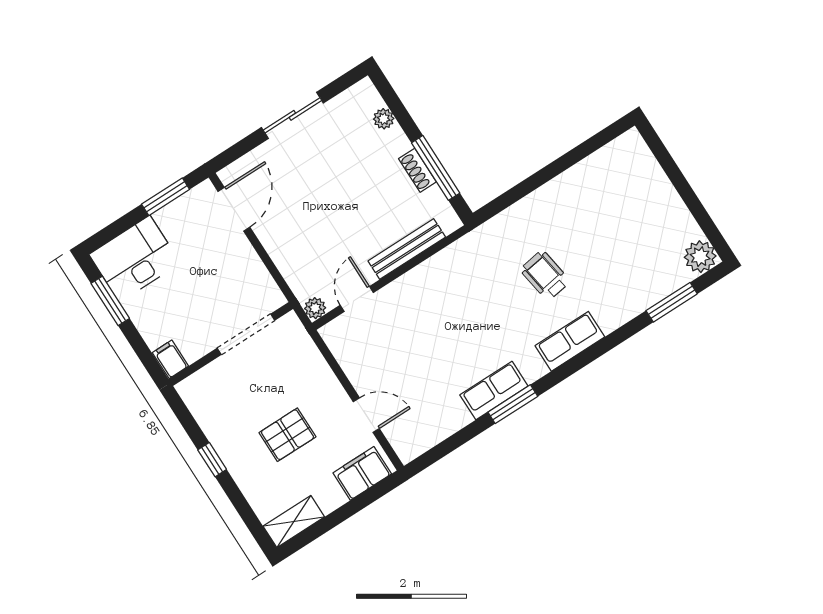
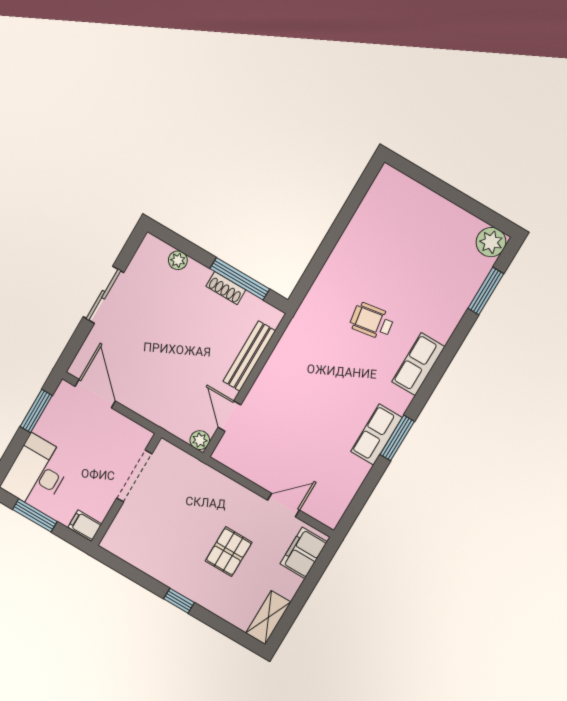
doorway: (246, 334) -> (134, 476), moved
wall: (231, 344) -> (126, 490), moved
filing cabinet: (170, 359) -> (85, 526), moved

